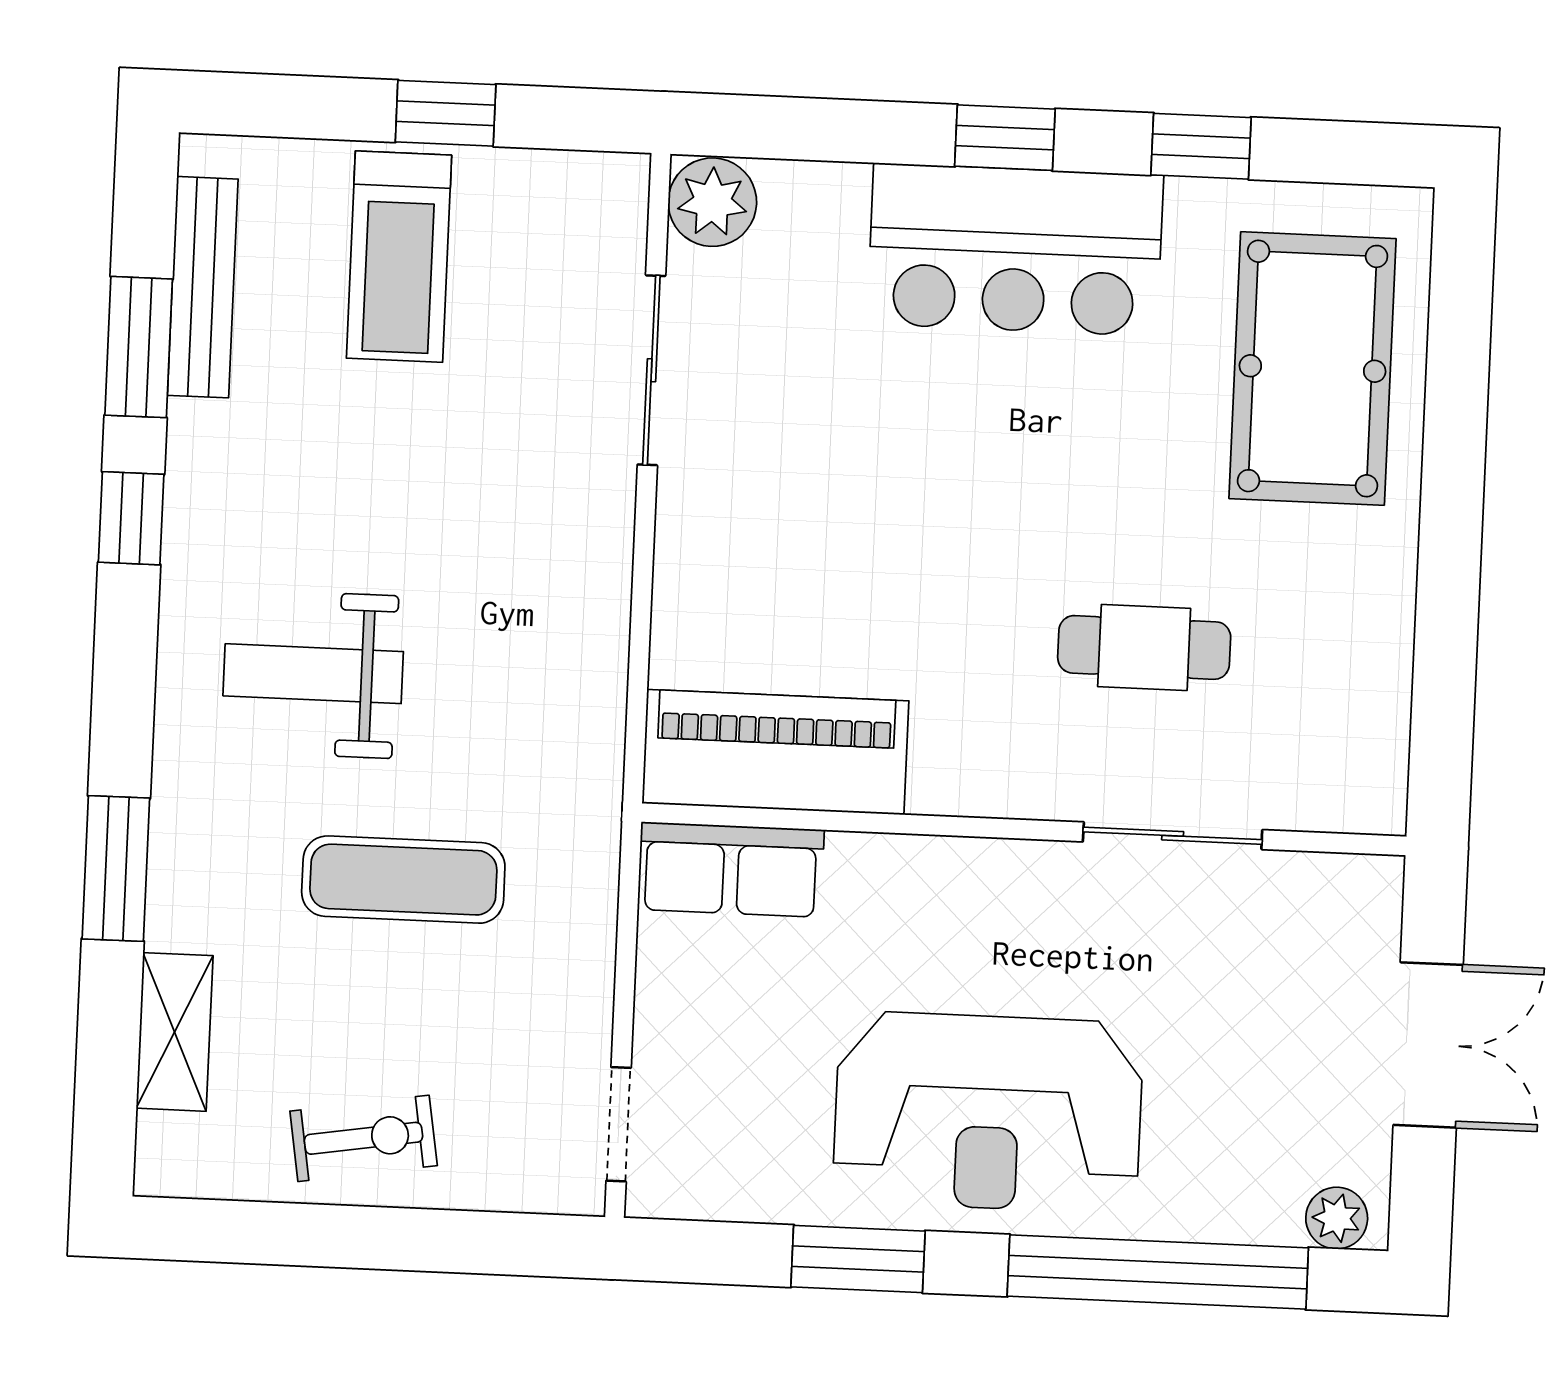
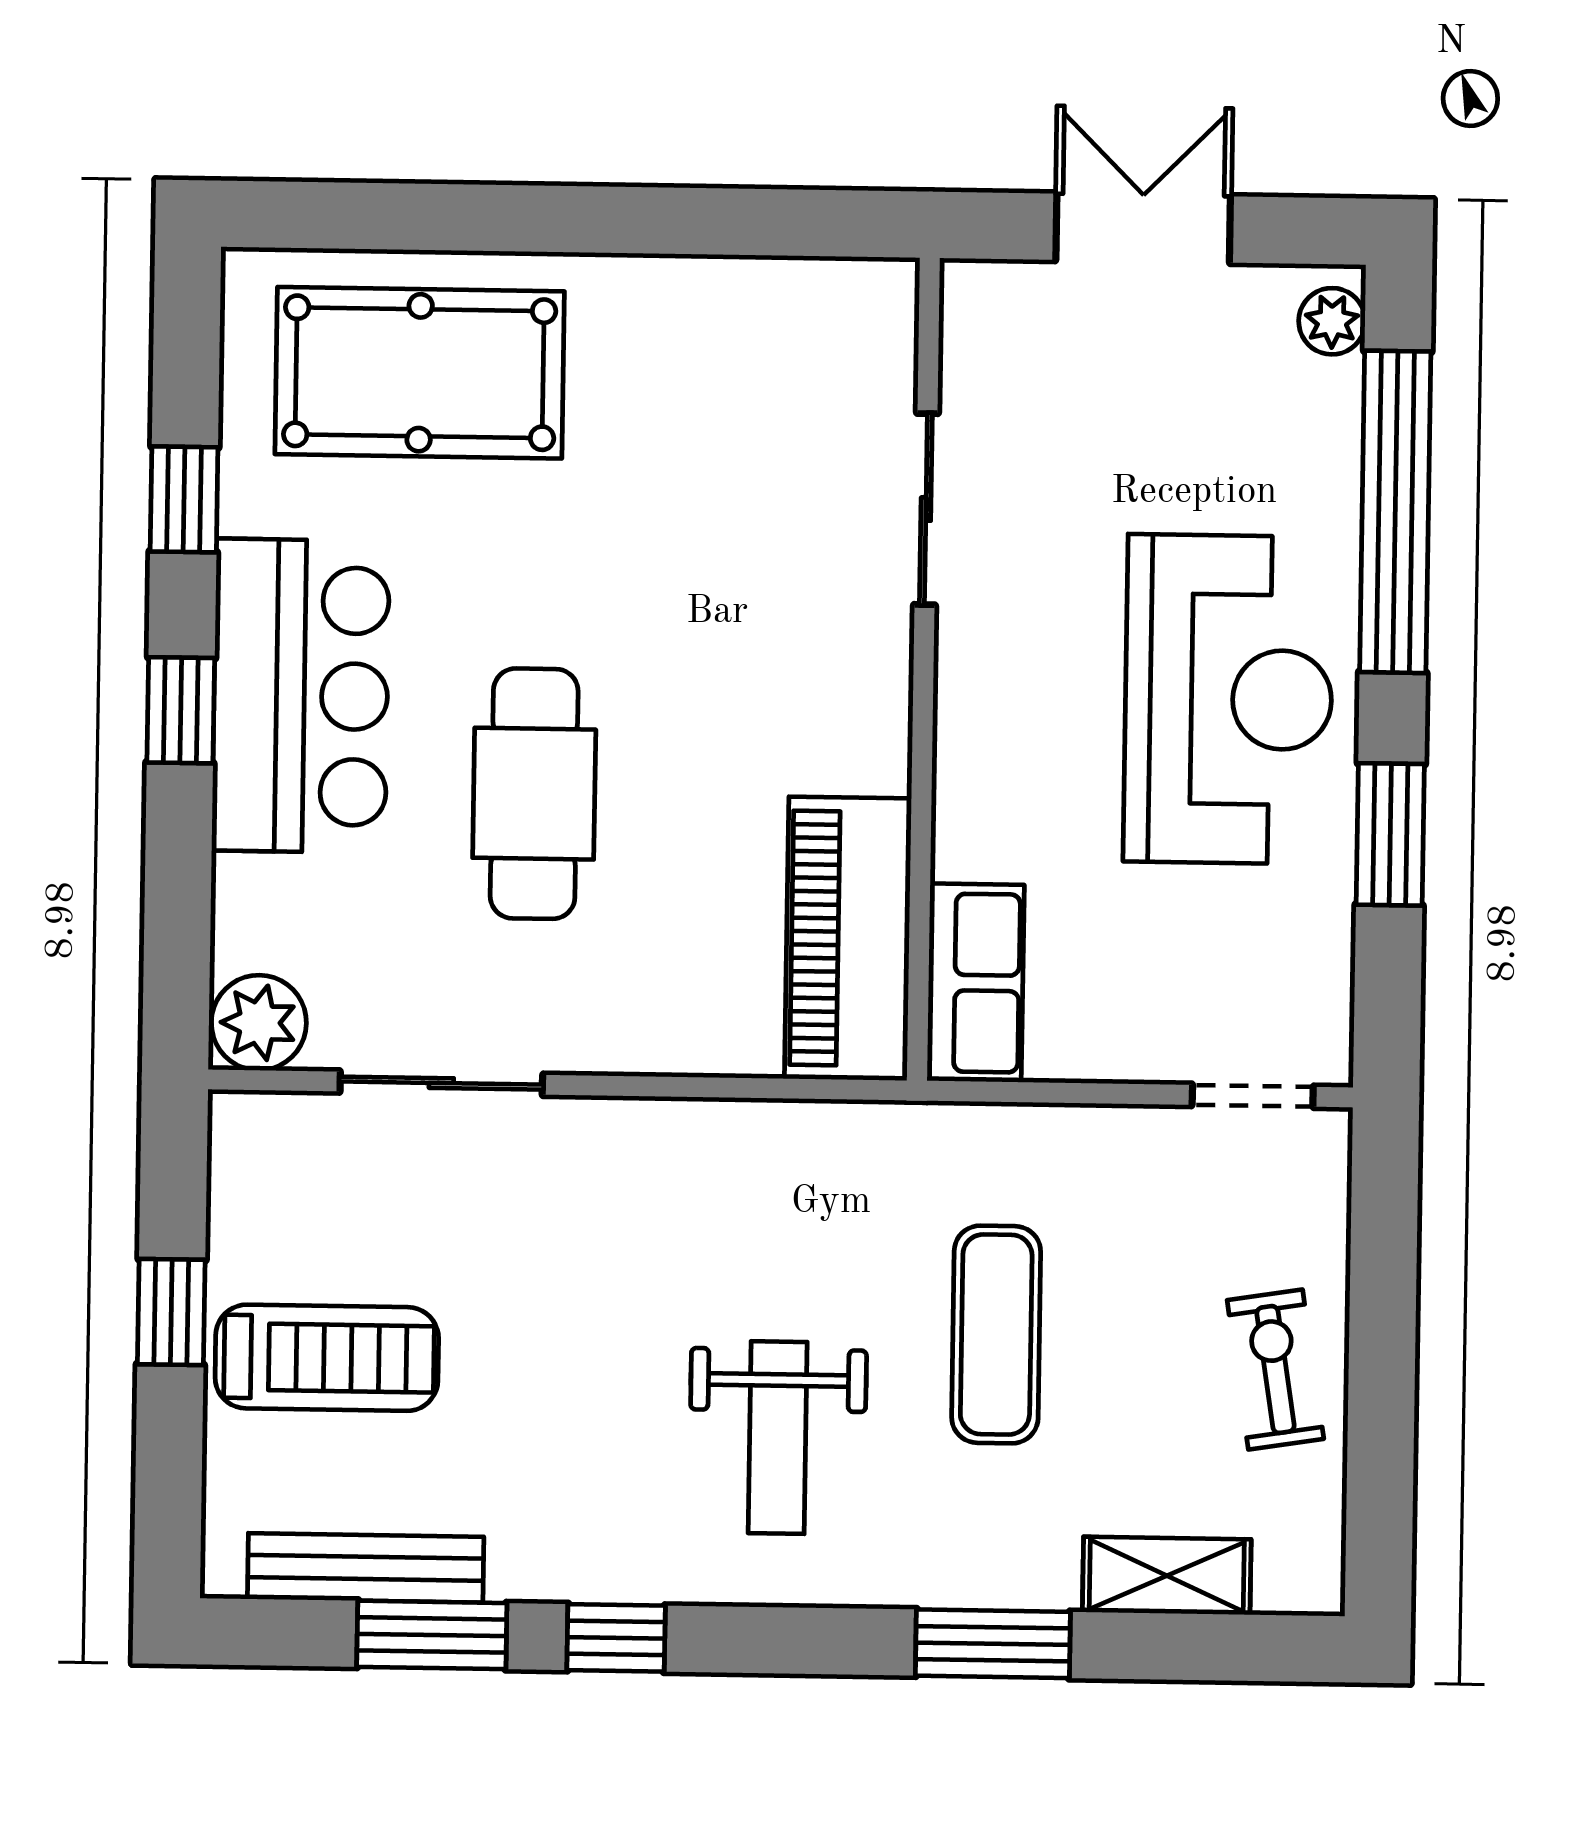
cafe table: (1144, 647) -> (534, 794), moved, width x1.37, depth x1.35

